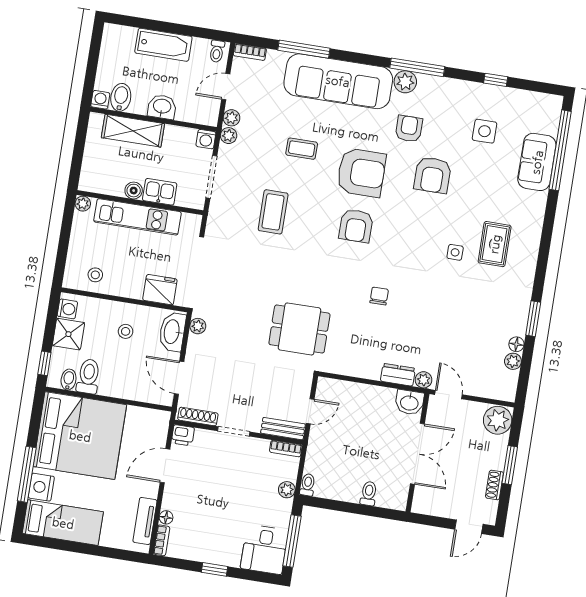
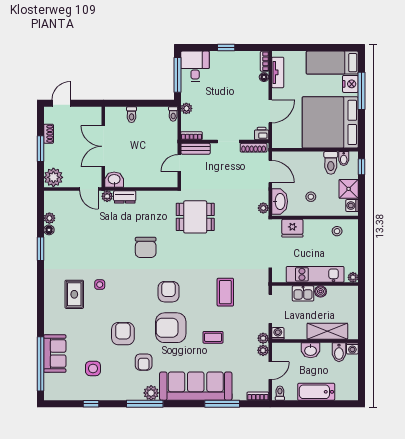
chair: (379, 296) -> (146, 247), width x1.87, depth x1.87

